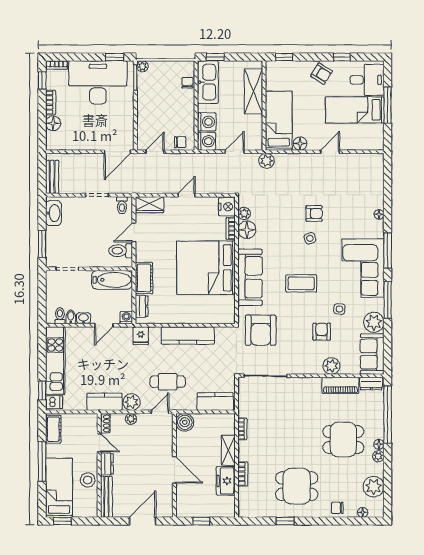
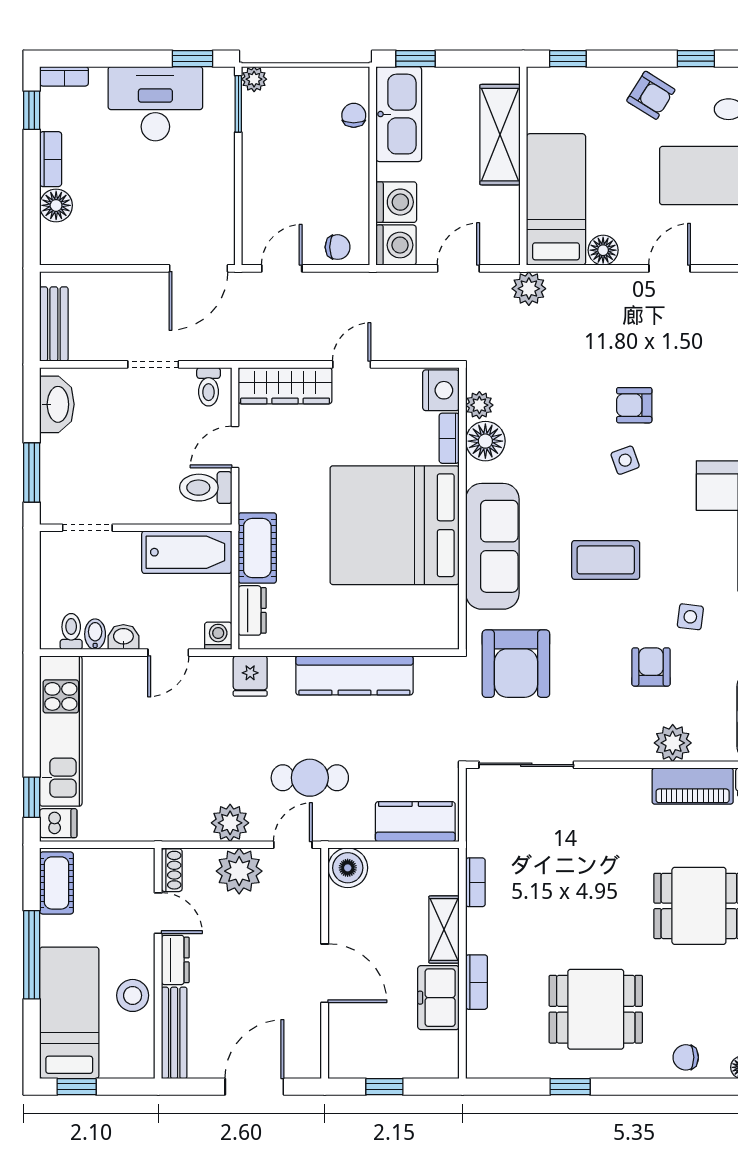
desk: (98, 82) -> (155, 104), width x0.73, depth x0.77
wardrobe: (149, 205) -> (285, 386), width x1.50
armchair: (314, 213) -> (634, 405), turned 180
kitchen counter: (105, 402) -> (170, 822), removed
plant: (131, 419) -> (239, 871), width x1.87, depth x1.87

